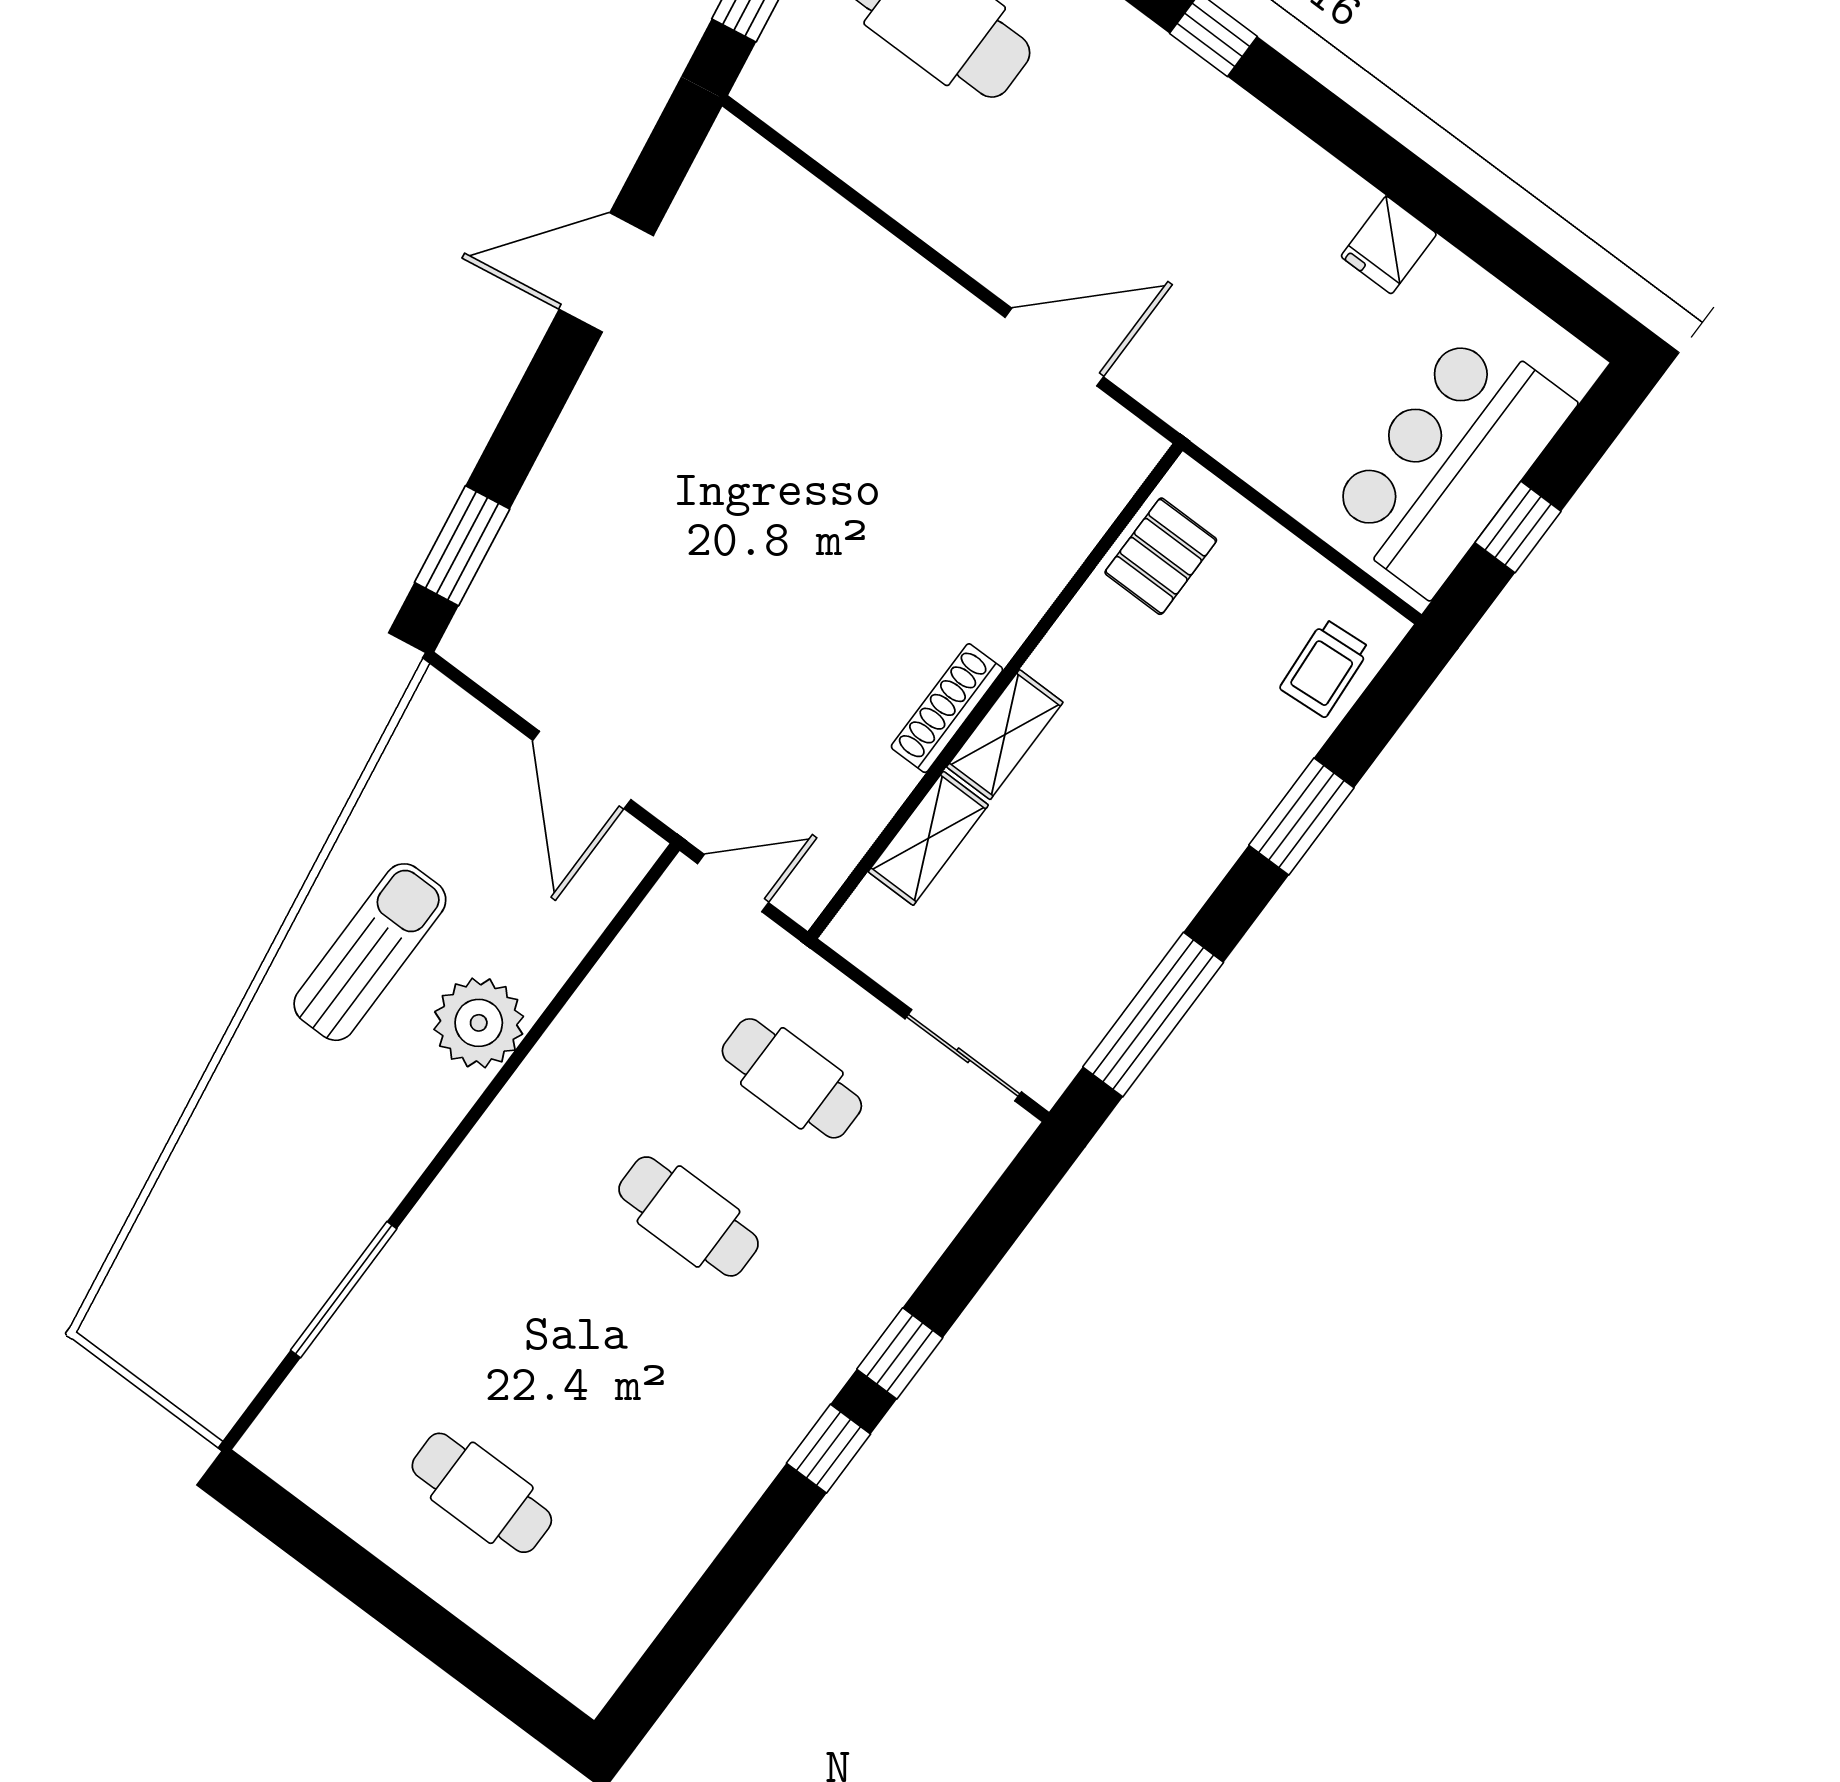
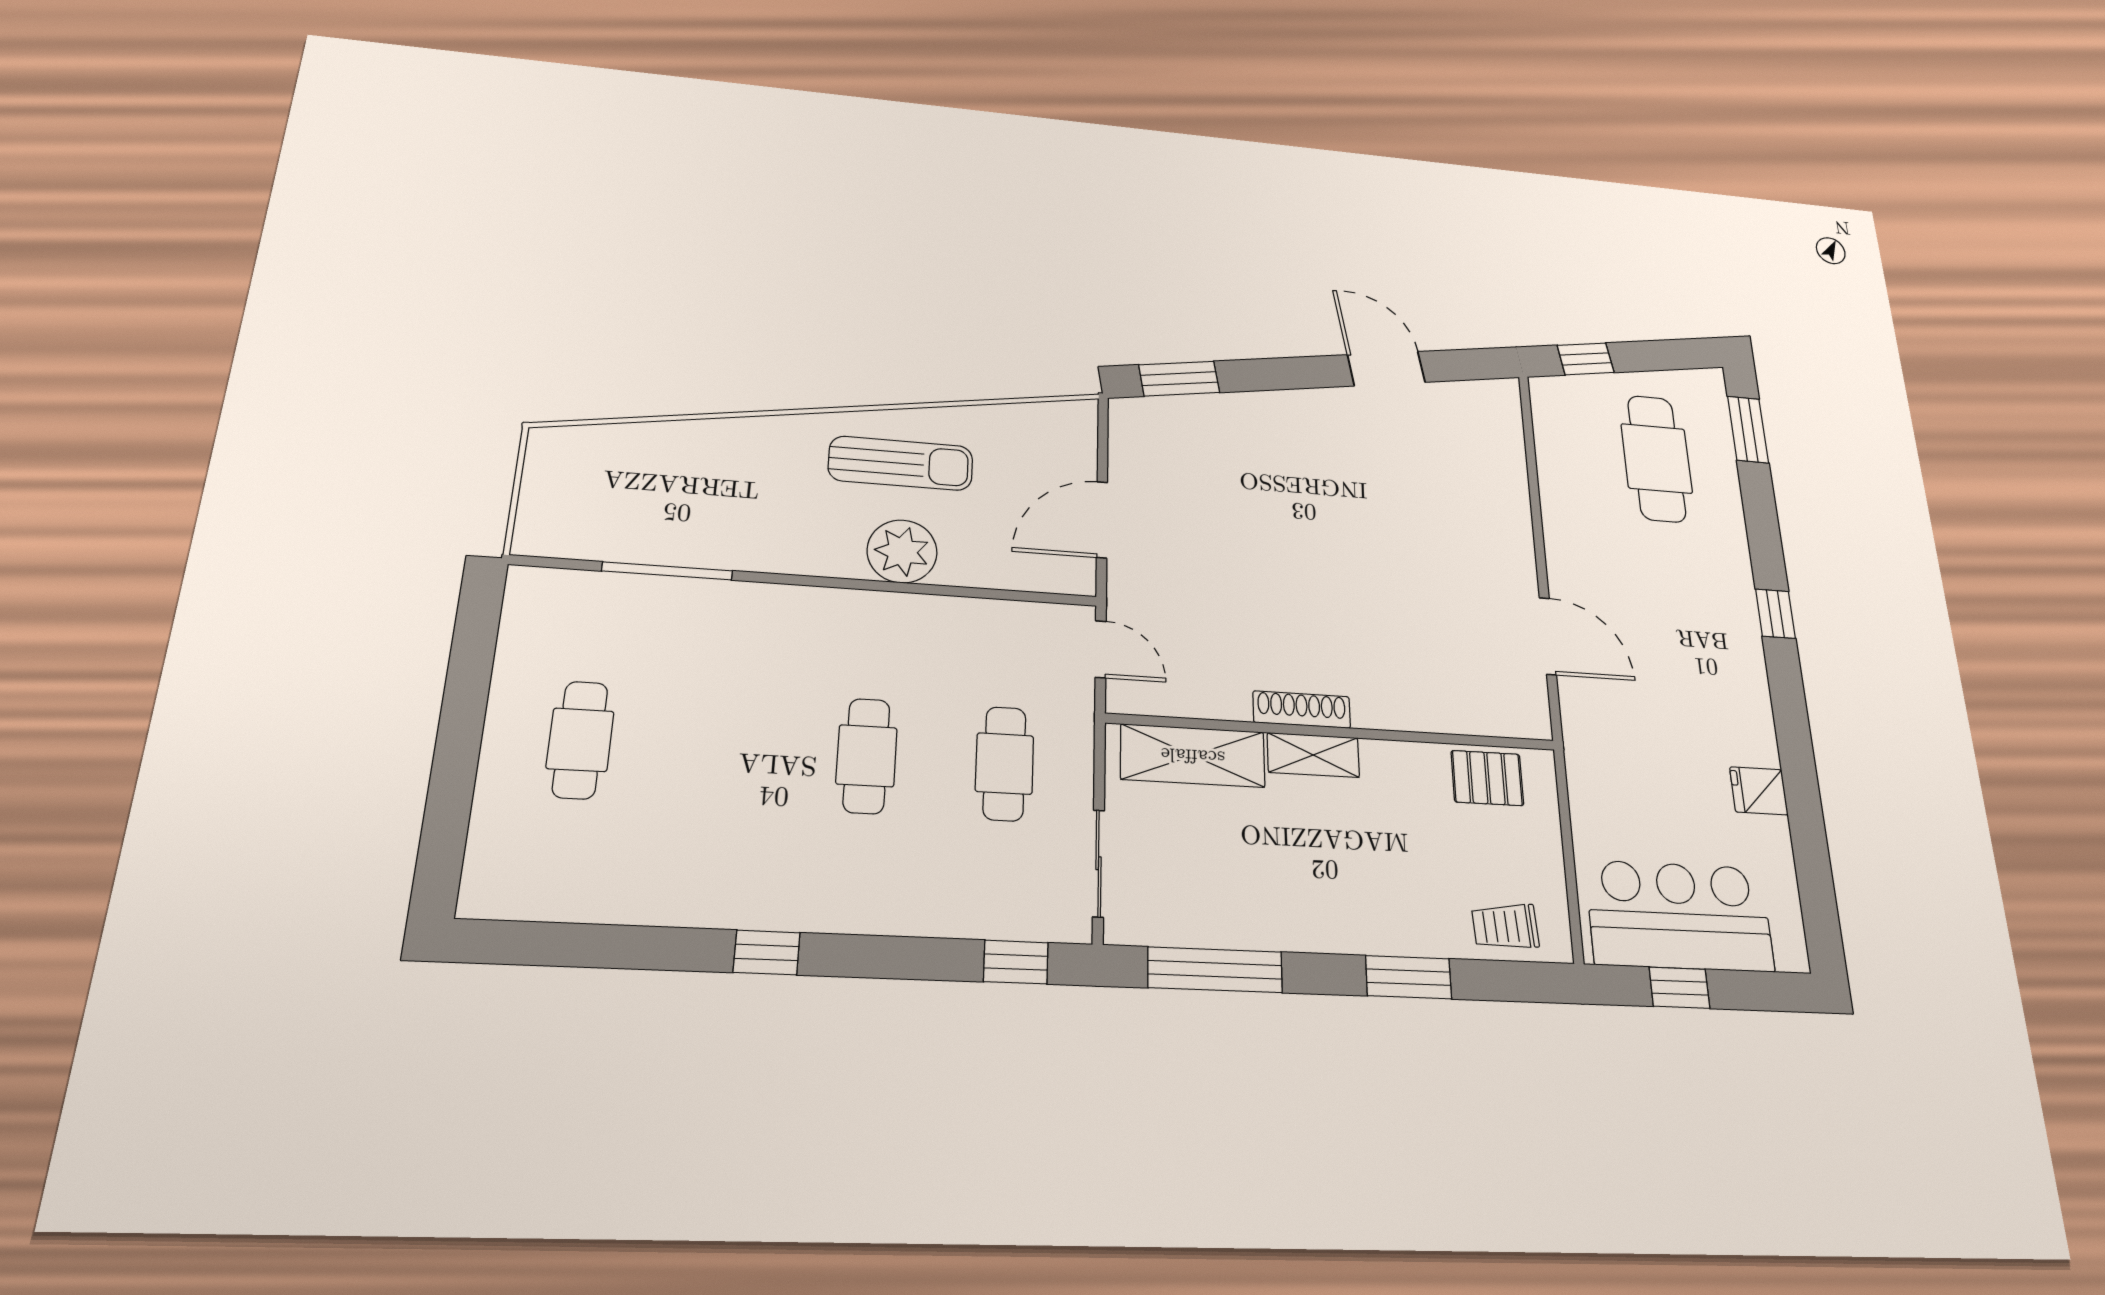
shelving: (928, 838) -> (1193, 756), width x1.50, depth x1.33
window: (900, 1353) -> (1016, 962), moved

